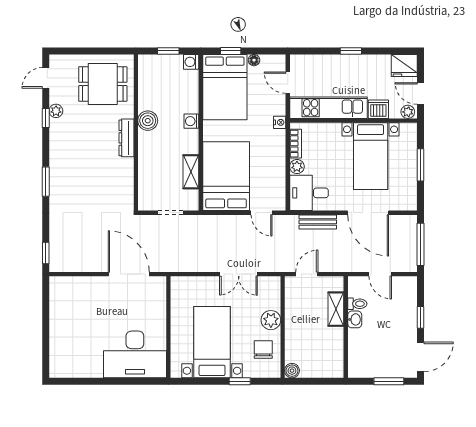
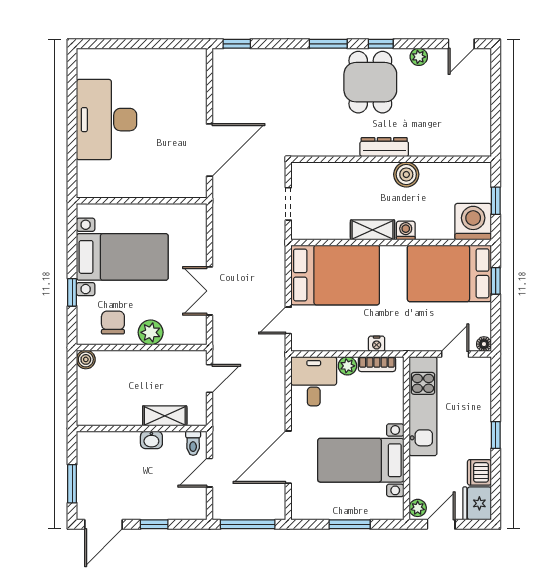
floor lamp: (254, 60) -> (484, 344), moved
washing machine: (191, 62) -> (473, 222), width x1.89, depth x1.89
door: (46, 78) -> (461, 44), swing flipped
dining table: (103, 84) -> (370, 82), moved
dishwasher: (378, 109) -> (479, 472), moved, turned 180
window: (46, 118) -> (381, 44), moved
nightstand: (280, 122) -> (377, 344), moved
shelving: (191, 172) -> (373, 230), moved
bench: (318, 222) -> (277, 393), removed
door: (307, 274) -> (209, 379), hinge flipped
toilet: (357, 304) -> (193, 443), moved
chair: (263, 349) -> (113, 323), turned -90
desk: (135, 354) -> (107, 120), moved
door: (420, 357) -> (104, 524), hinge flipped

